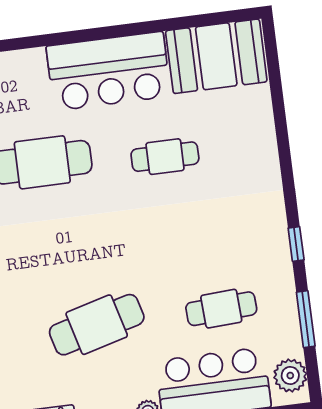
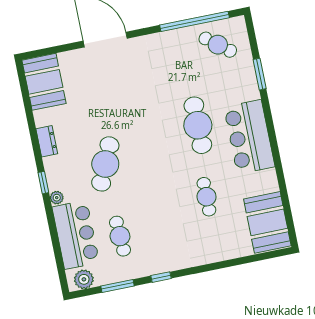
bar counter: (109, 71) -> (249, 137), moved
cafe table: (97, 325) -> (105, 164), turned 39

